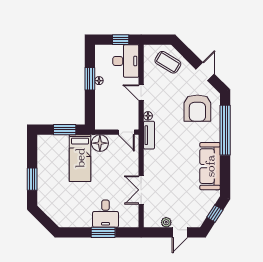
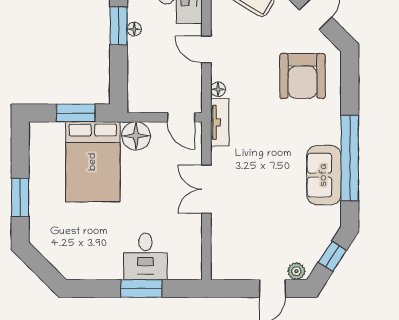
window: (225, 130) -> (350, 158), moved
bed: (80, 158) -> (93, 162), width x1.50
sofa: (210, 166) -> (324, 175), width x0.73
double door: (141, 190) -> (206, 189), moved
plant: (166, 222) -> (296, 271), moved

